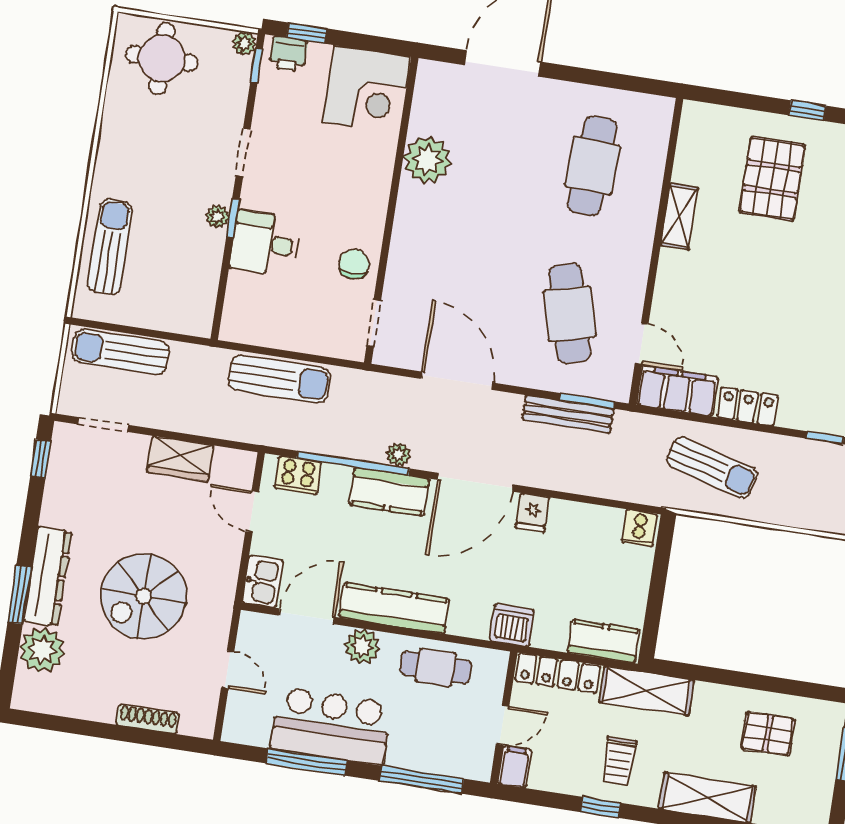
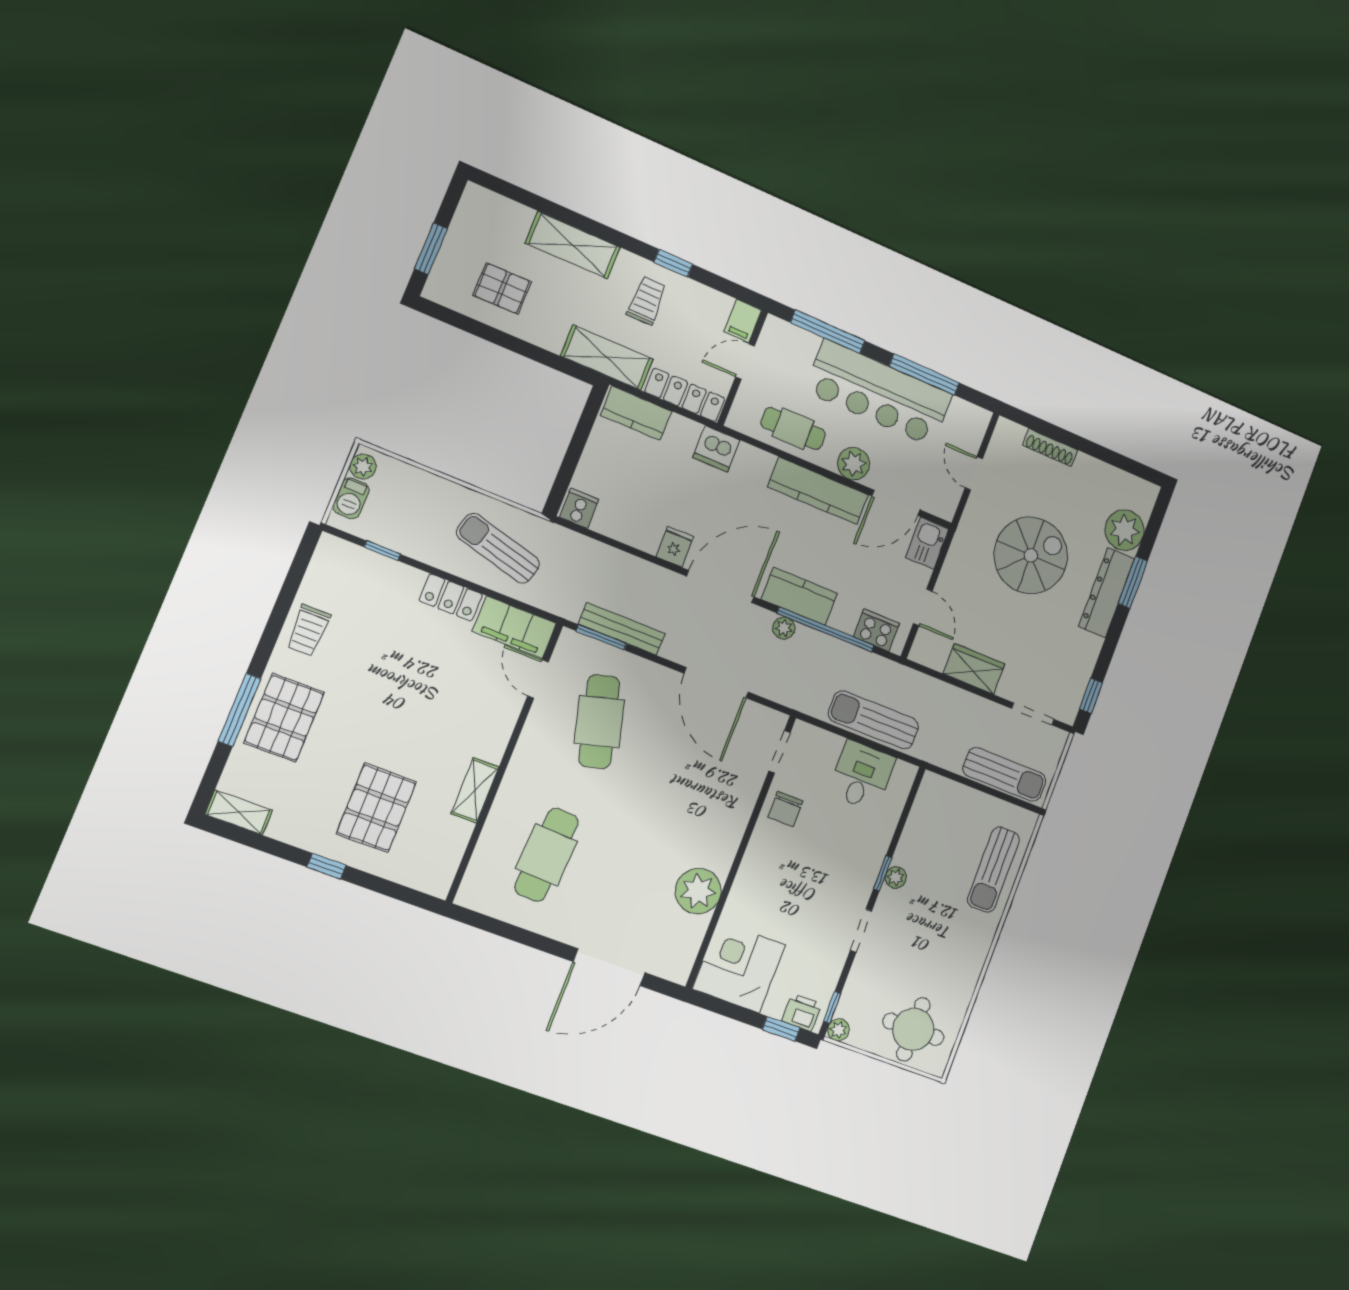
desk: (265, 243) -> (862, 776), moved, turned -90
bar counter: (331, 726) -> (879, 393), width x1.36

